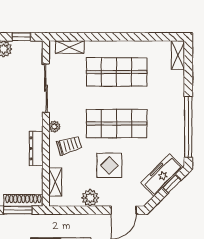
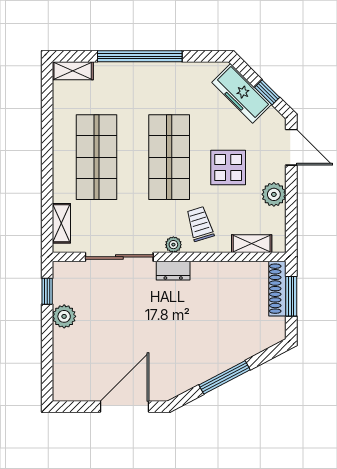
window: (188, 127) -> (140, 56), moved
dresser: (36, 148) -> (173, 271), moved, width x0.70
window: (172, 184) -> (267, 92), moved

